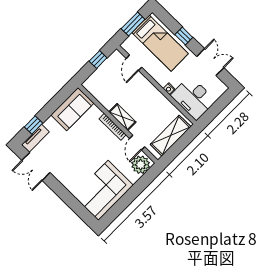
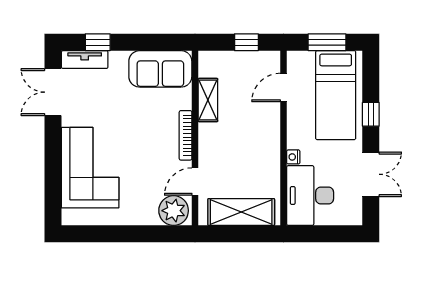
shelving: (122, 117) -> (208, 100), moved
corner sofa: (103, 190) -> (90, 168), moved, turned 90

